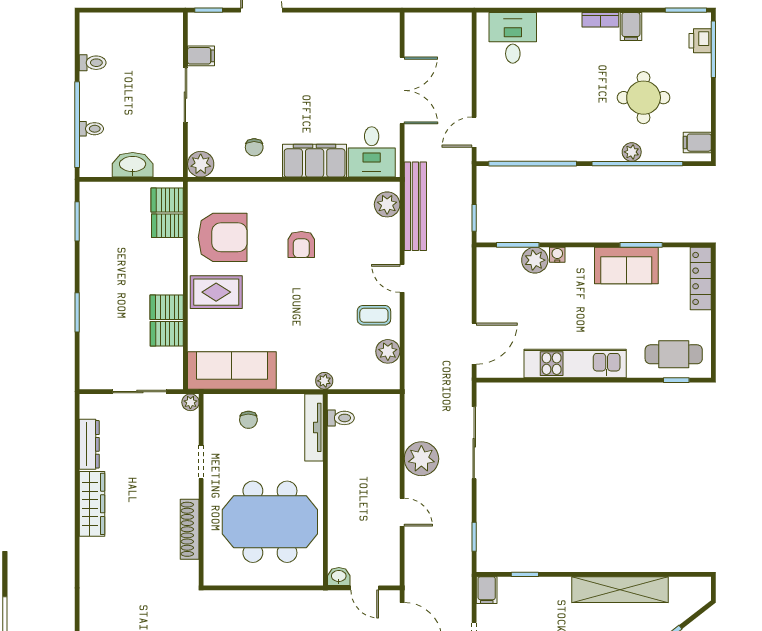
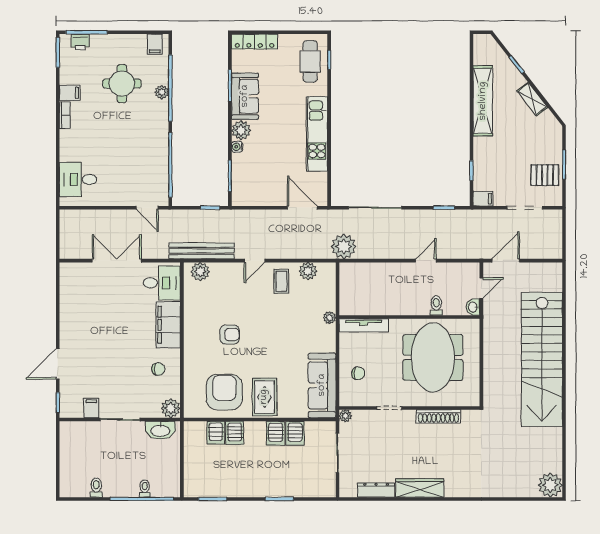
washbasin: (133, 165) -> (160, 430), moved, turned -90
server rack: (167, 200) -> (235, 433), moved
plant: (535, 260) -> (241, 130), moved
toilet: (341, 418) -> (436, 305), moved
plant: (421, 459) -> (344, 246), moved

